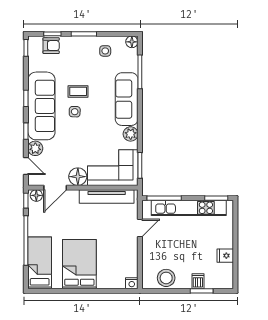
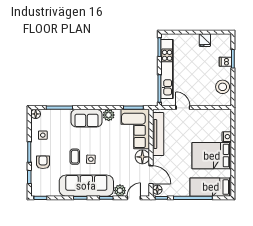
armchair: (51, 46) -> (43, 162), moved
sofa: (127, 99) -> (86, 118), width x0.73
nightstand: (132, 283) -> (227, 137), moved

